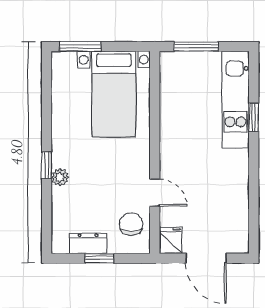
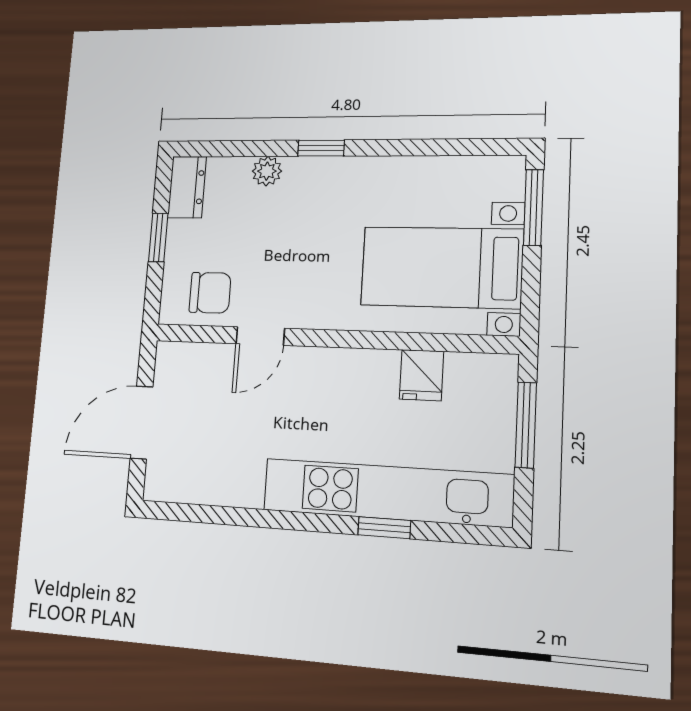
kitchen unit: (235, 100) -> (387, 492), width x1.36
plant: (60, 177) -> (267, 171), moved
fridge: (171, 240) -> (421, 375), moved, turned 90
dresser: (88, 243) -> (187, 187), moved

